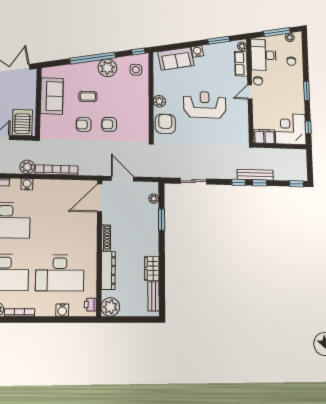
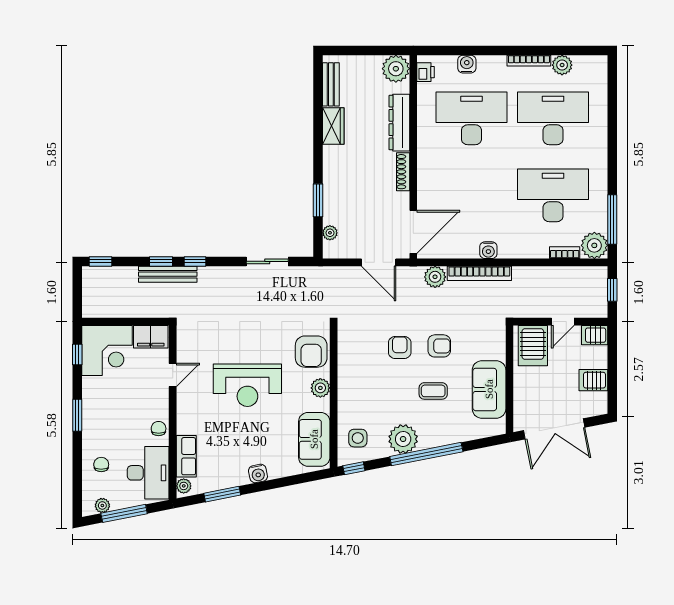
sofa: (176, 59) -> (314, 439), moved, turned -79
door: (250, 92) -> (173, 375), moved
armchair: (109, 124) -> (400, 348), turned -90
plant: (27, 167) -> (435, 277), moved
water cooler: (27, 184) -> (488, 250), moved

